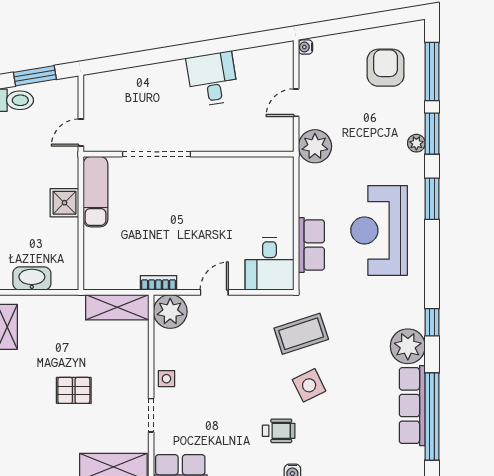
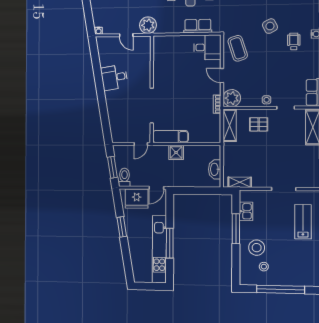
door: (81, 133) -> (141, 144), hinge flipped
coffee table: (301, 334) -> (238, 48), moved
pallet: (74, 390) -> (259, 124), moved, turned 90

